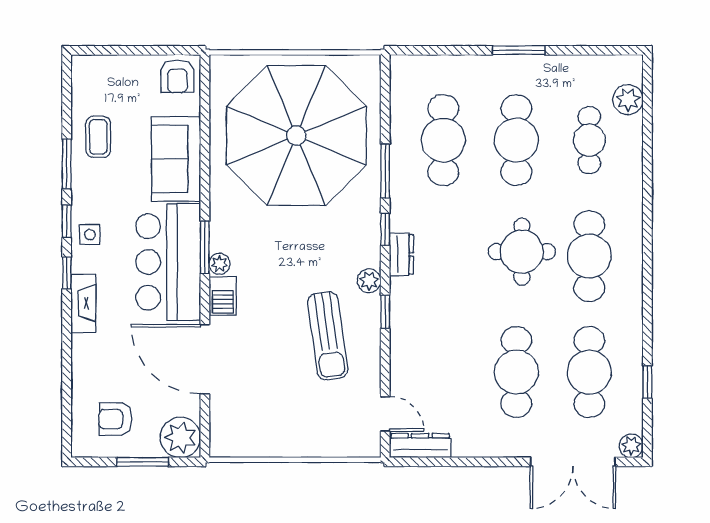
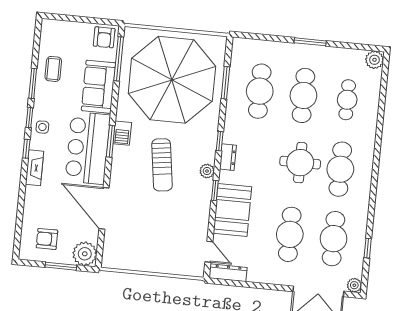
plant: (628, 100) -> (375, 60), moved
window: (205, 110) -> (119, 59), added
window: (385, 171) -> (225, 83), moved
plant: (220, 264) -> (118, 152), removed
barbecue: (223, 296) -> (122, 133), moved
sun lounger: (328, 336) -> (162, 165), moved
booth: (418, 341) -> (232, 210), added

